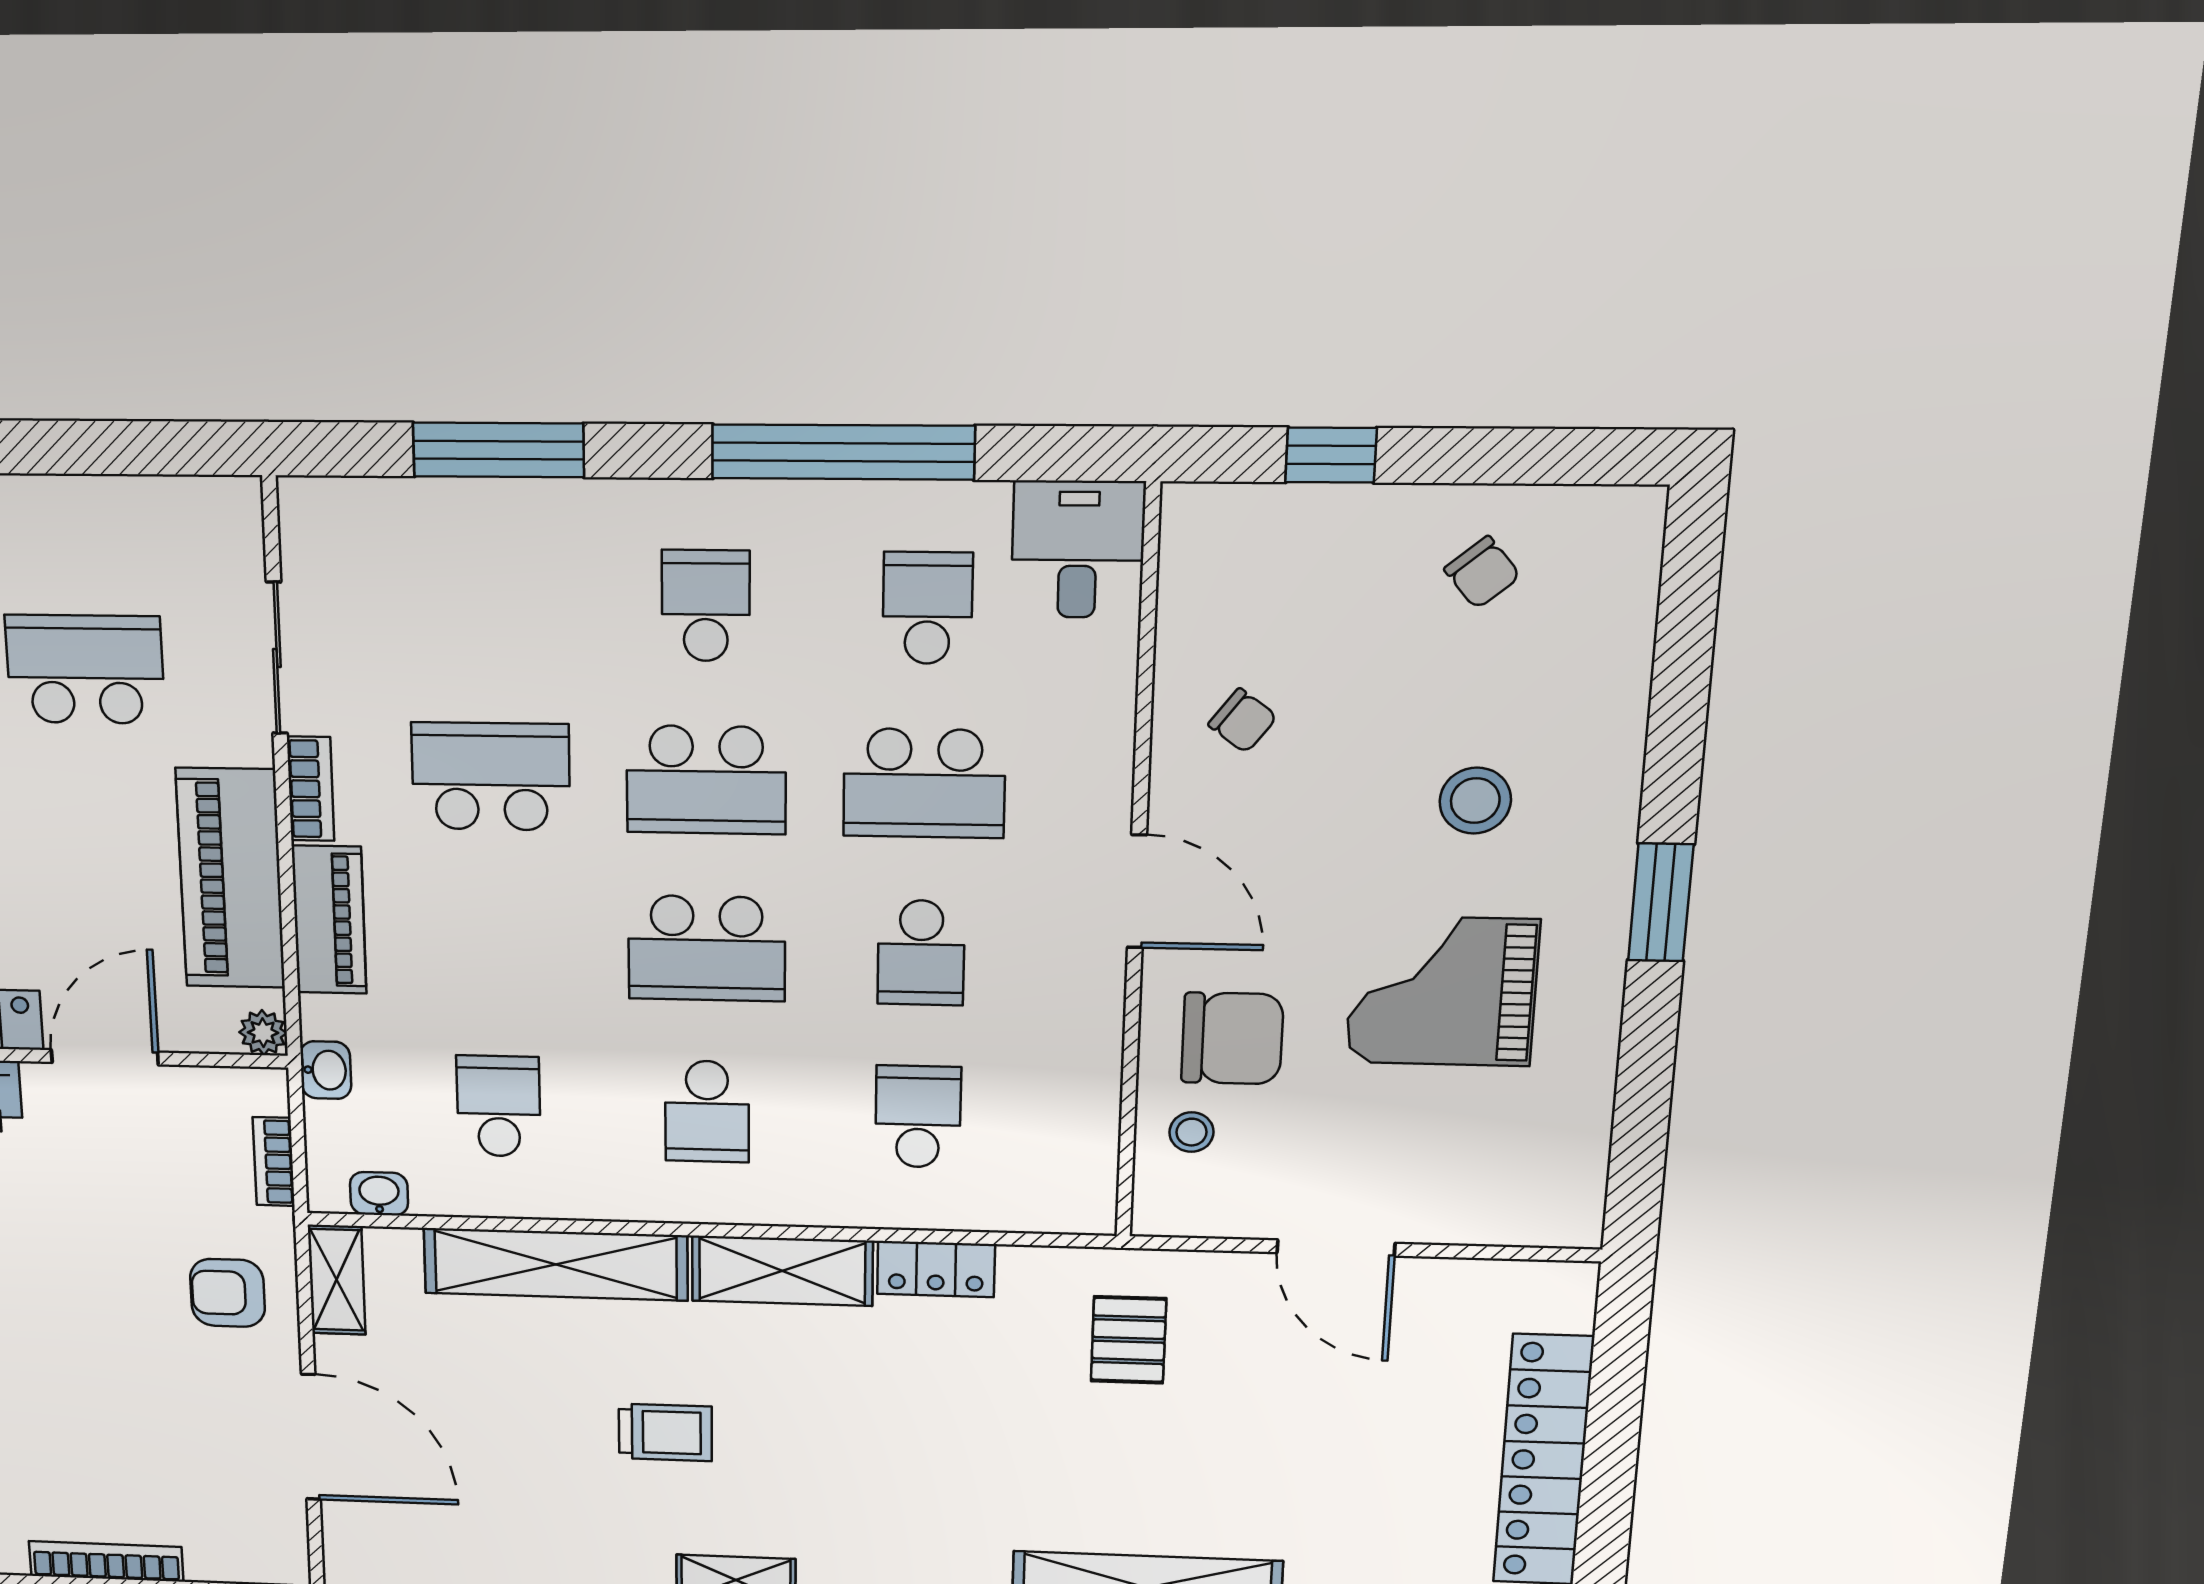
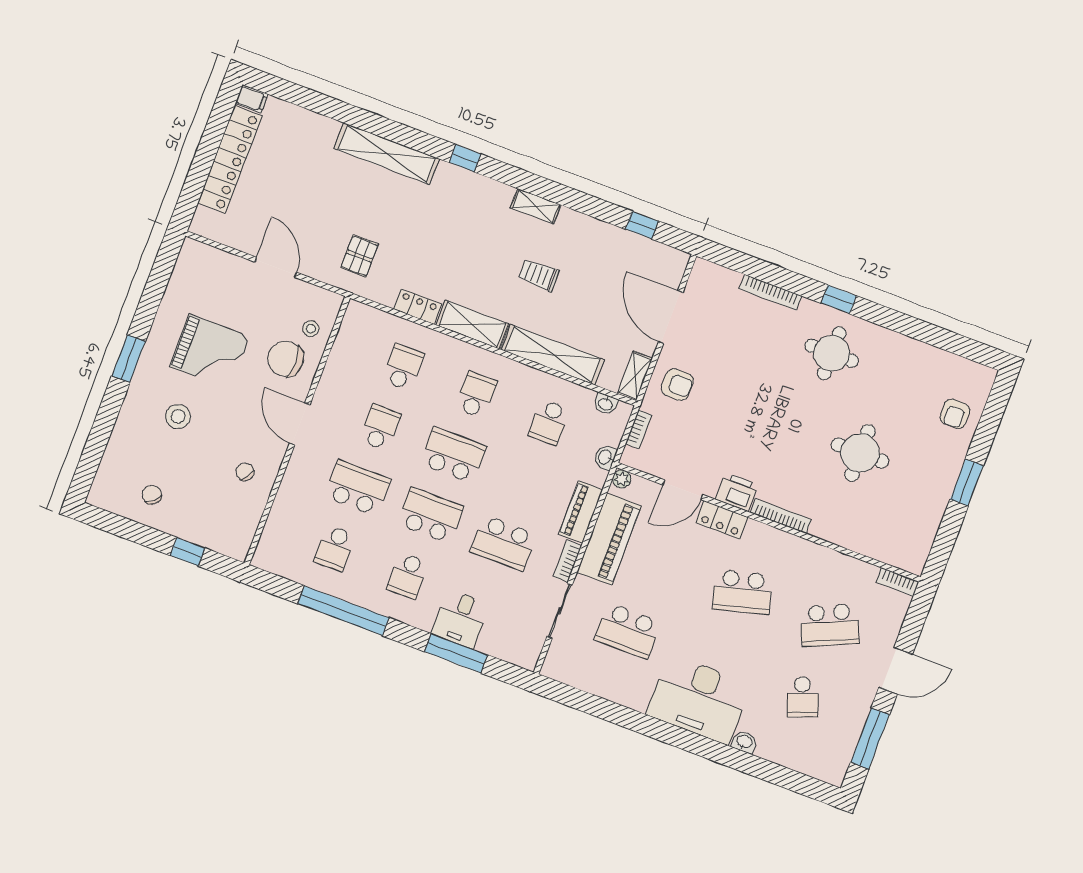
desk: (1078, 549) -> (461, 619), moved
school desk: (918, 1117) -> (403, 367), turned 180

